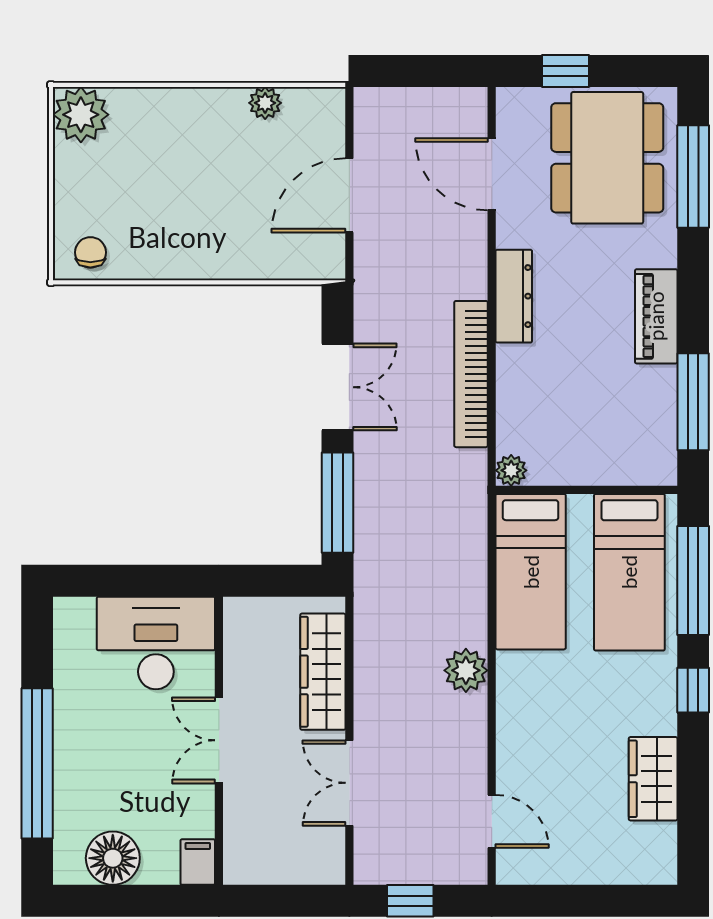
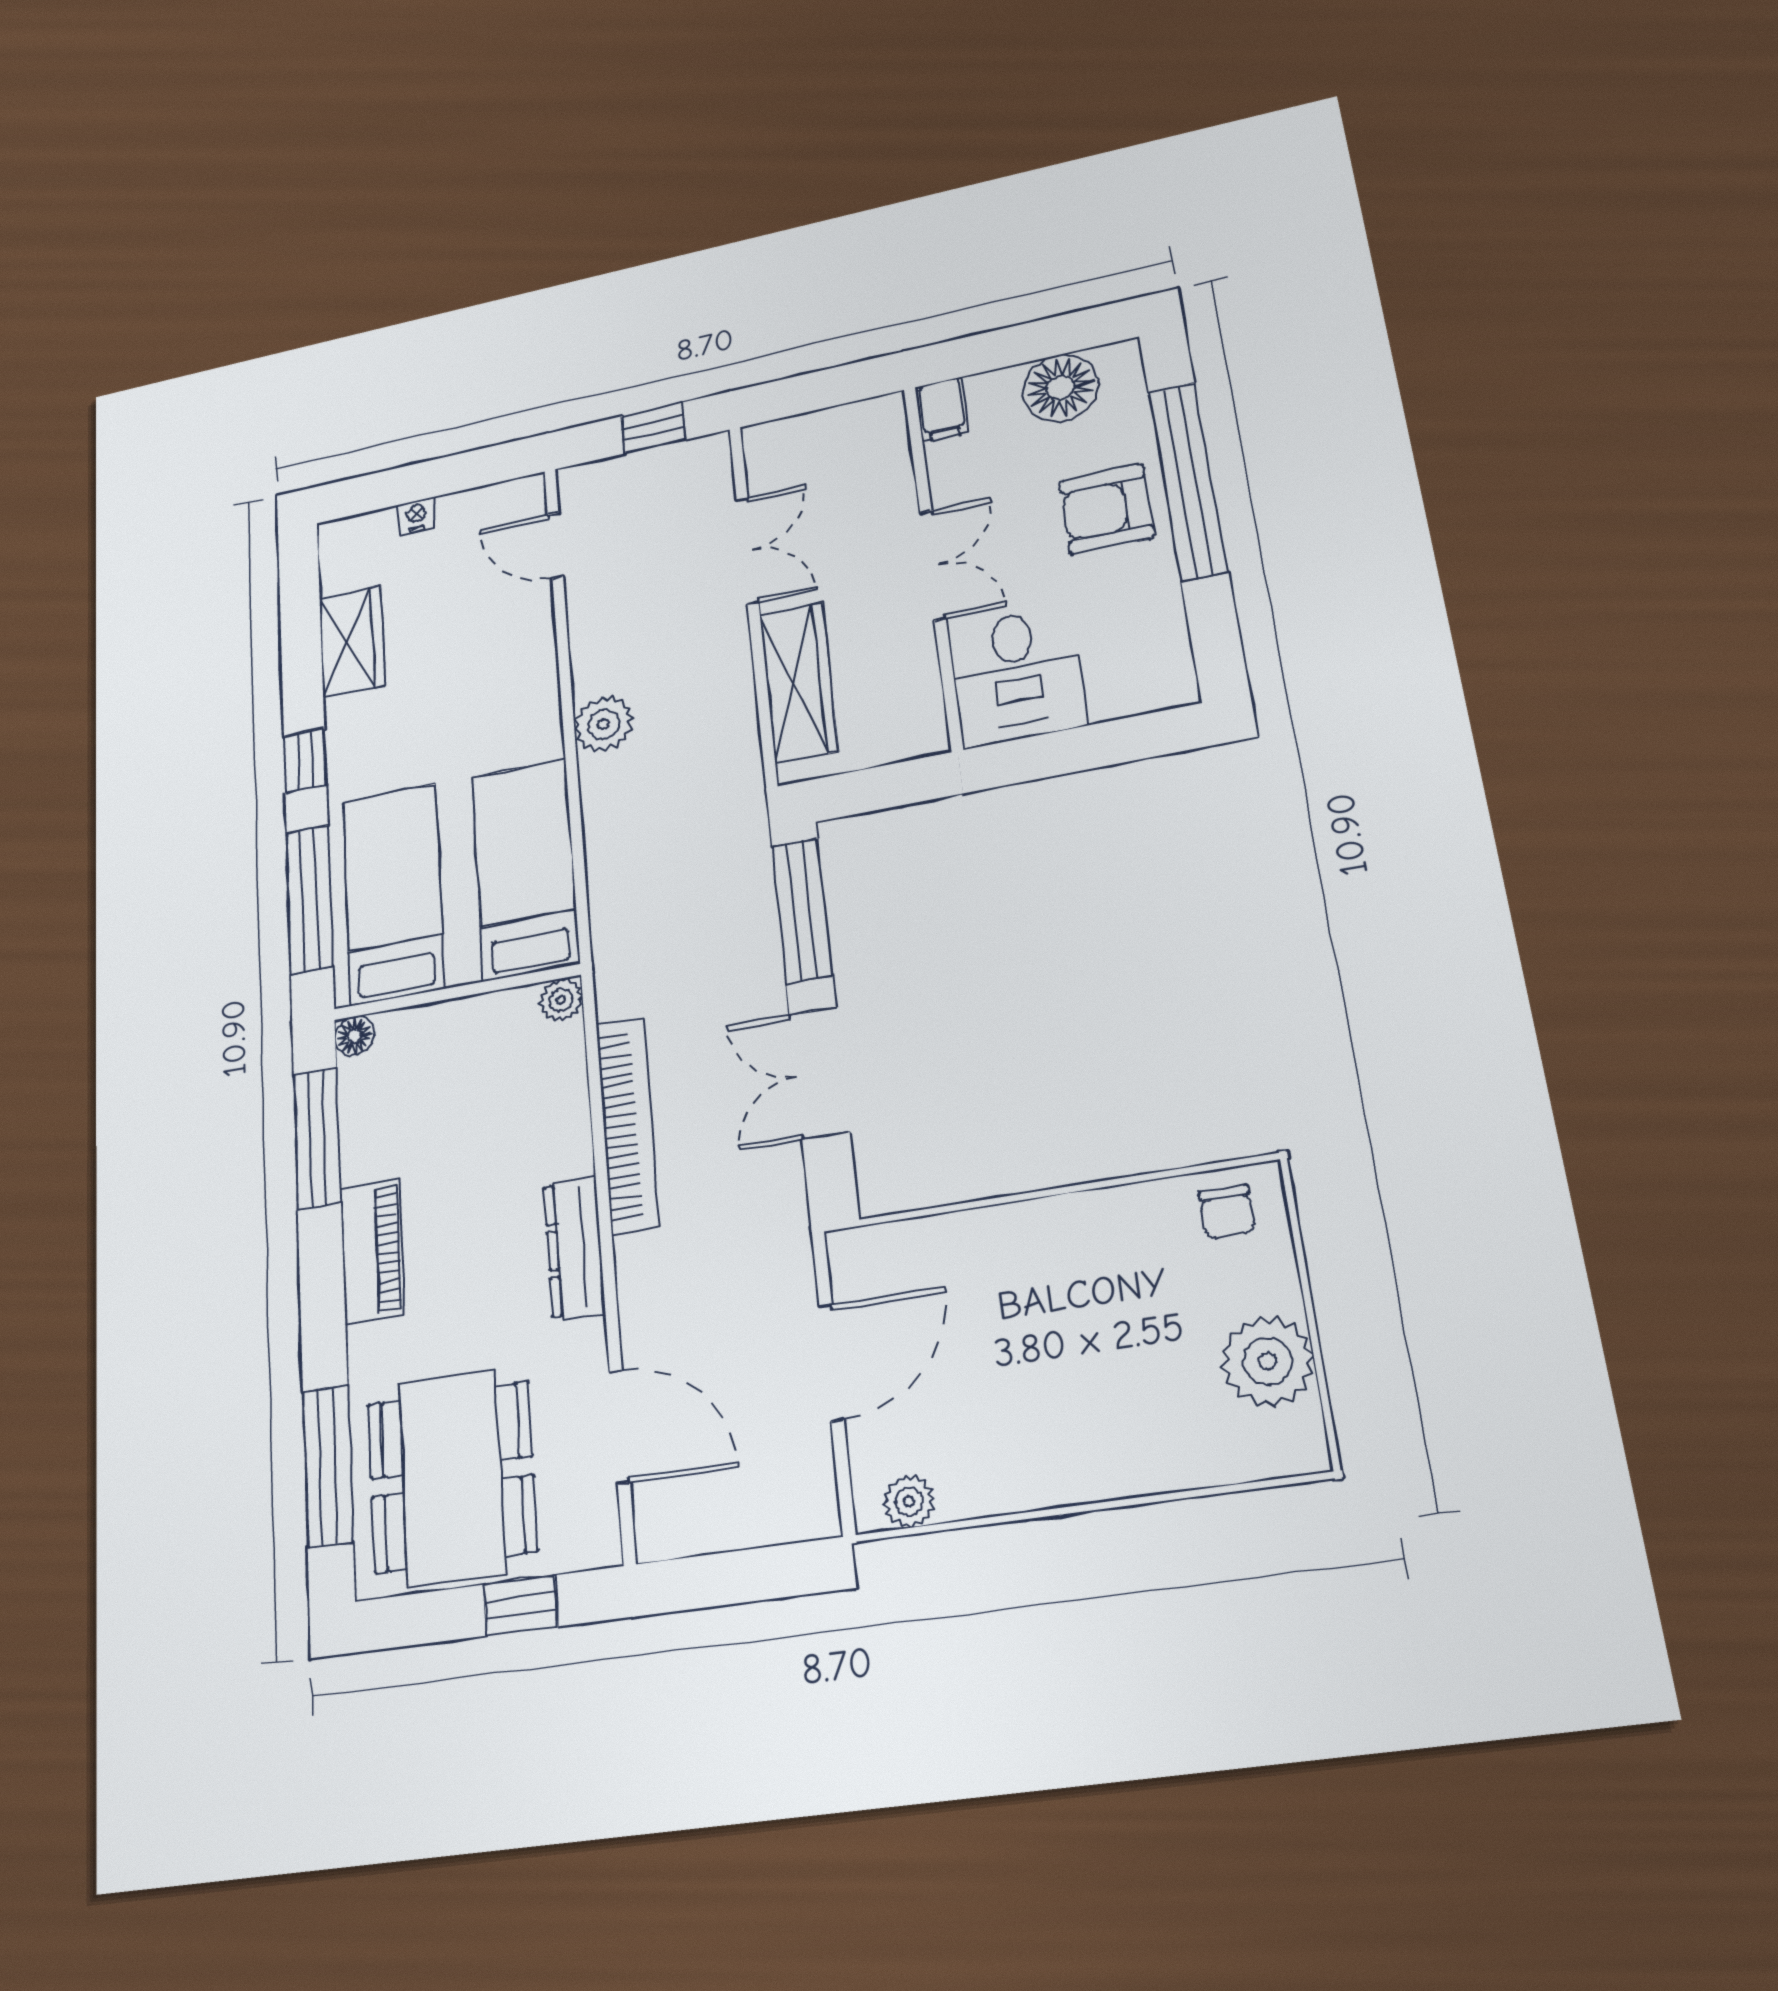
plant: (265, 103) -> (909, 1501), moved
plant: (81, 115) -> (1267, 1361), moved
floor lamp: (663, 471) -> (354, 1036), added
desk: (156, 643) -> (1017, 676), width x0.73
armchair: (95, 755) -> (1107, 509), added
nightstand: (598, 872) -> (416, 516), added

